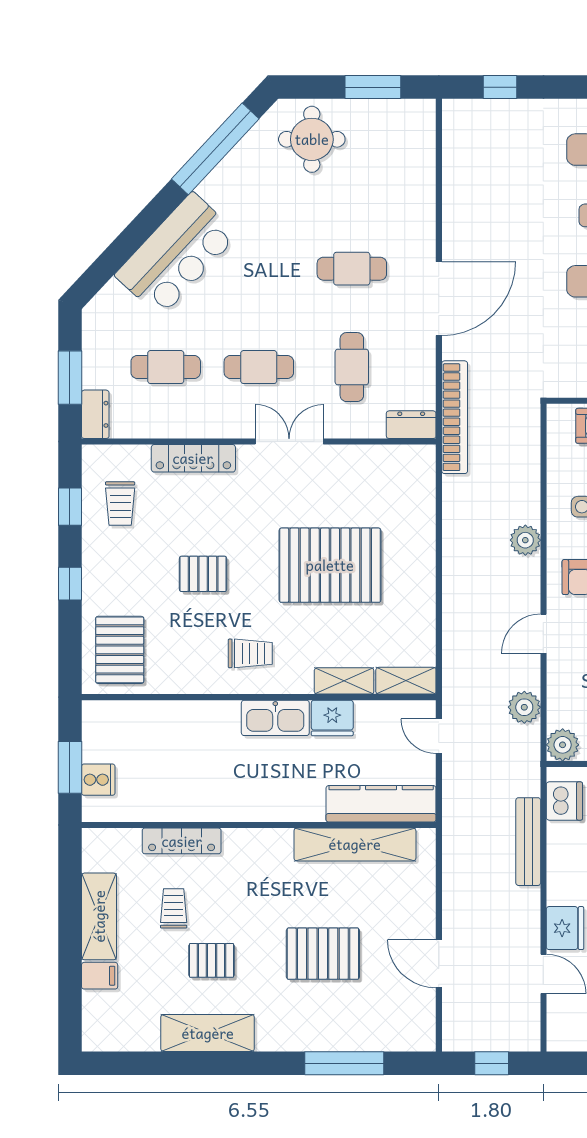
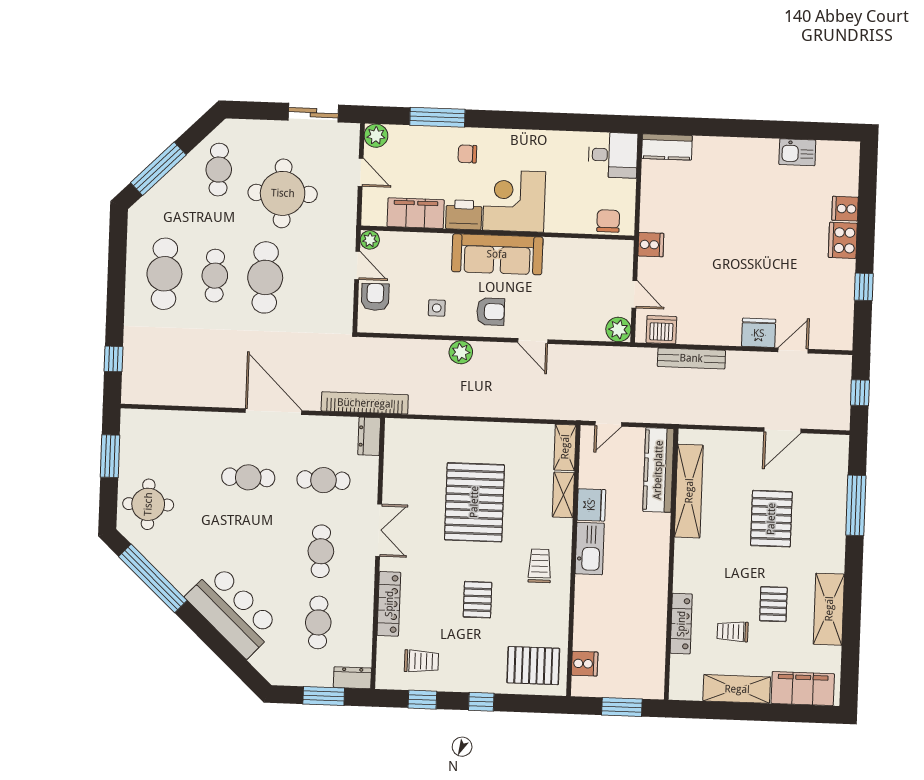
cafe table: (352, 269) -> (248, 477), turned 90
double door: (289, 442) -> (379, 530), swing flipped
plant: (524, 707) -> (589, 358), removed
cooker: (98, 780) -> (585, 664), moved, turned 90
filing cabinet: (100, 976) -> (803, 689), width x3.00, depth x1.17

